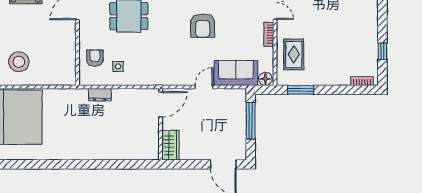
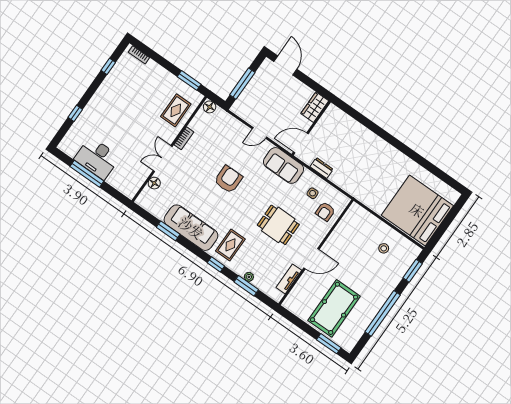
stool: (19, 62) -> (384, 248), width x0.53, depth x0.53
sofa: (236, 73) -> (284, 165), moved
dresser: (100, 95) -> (322, 168), moved

